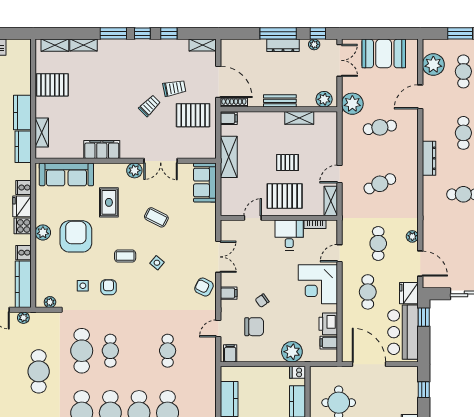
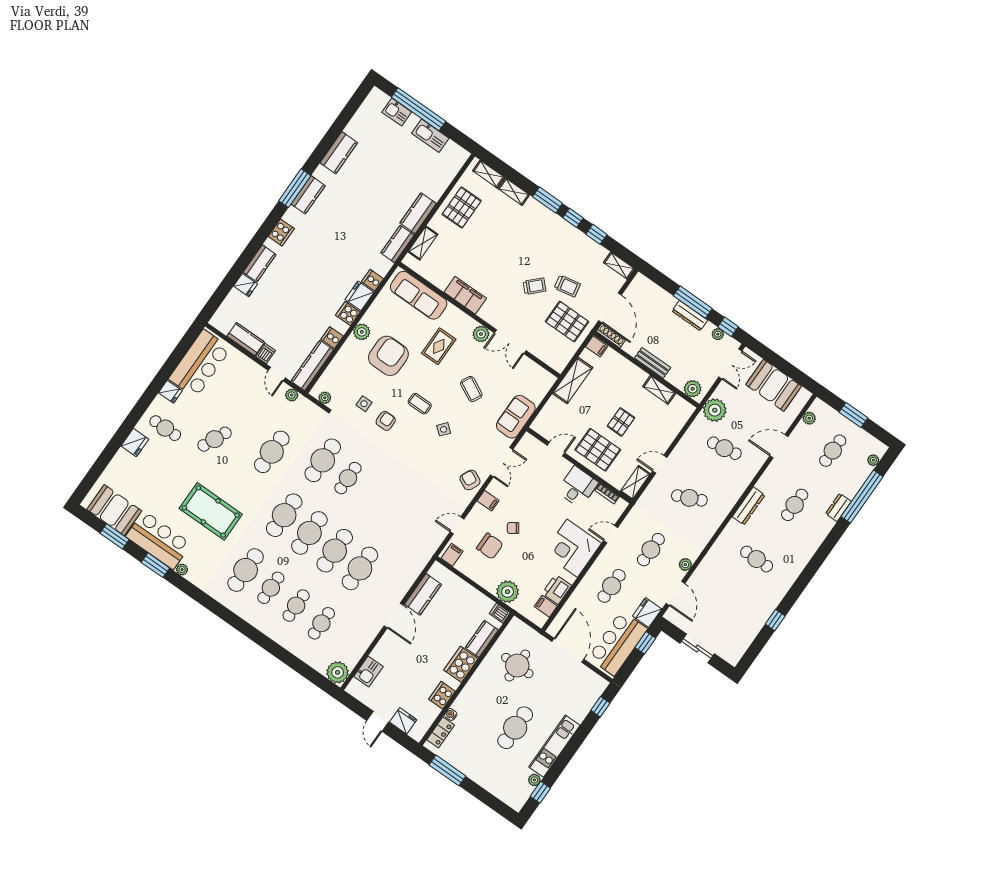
plant: (433, 65) -> (809, 418), width x0.53, depth x0.53
pallet: (52, 85) -> (462, 207), turned 90
pallet: (287, 163) -> (621, 422), turned 90
sofa: (205, 182) -> (516, 417), moved
cafe table: (168, 351) -> (398, 514), removed

